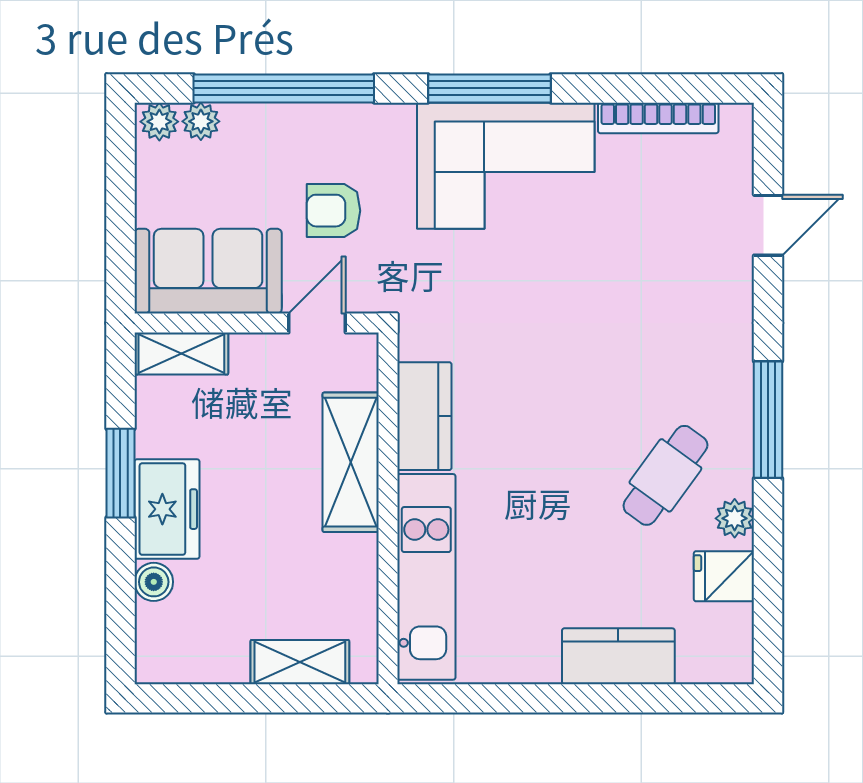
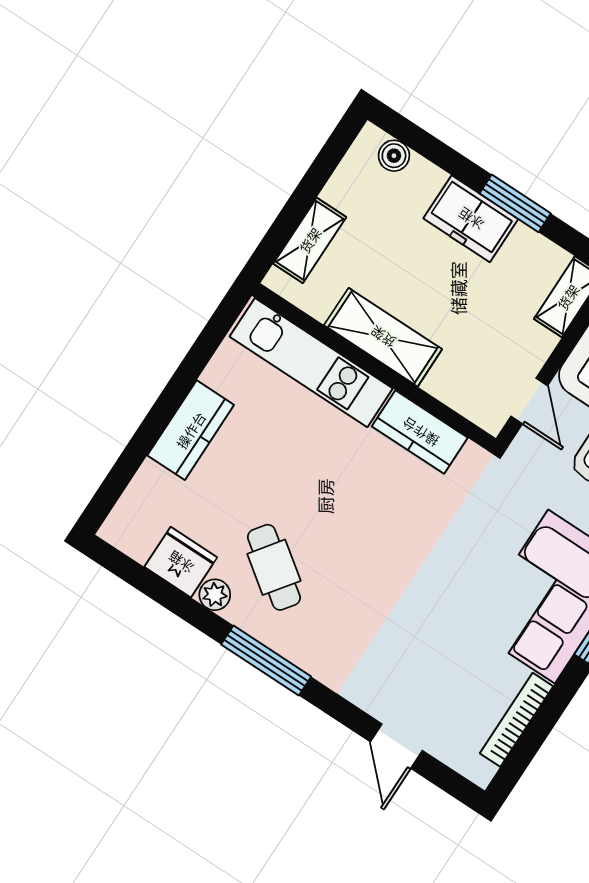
shelving: (351, 462) -> (383, 337), moved
fridge: (724, 576) -> (181, 562), width x1.38
boiler: (154, 582) -> (394, 156), moved
kitchen counter: (618, 656) -> (191, 430), moved

